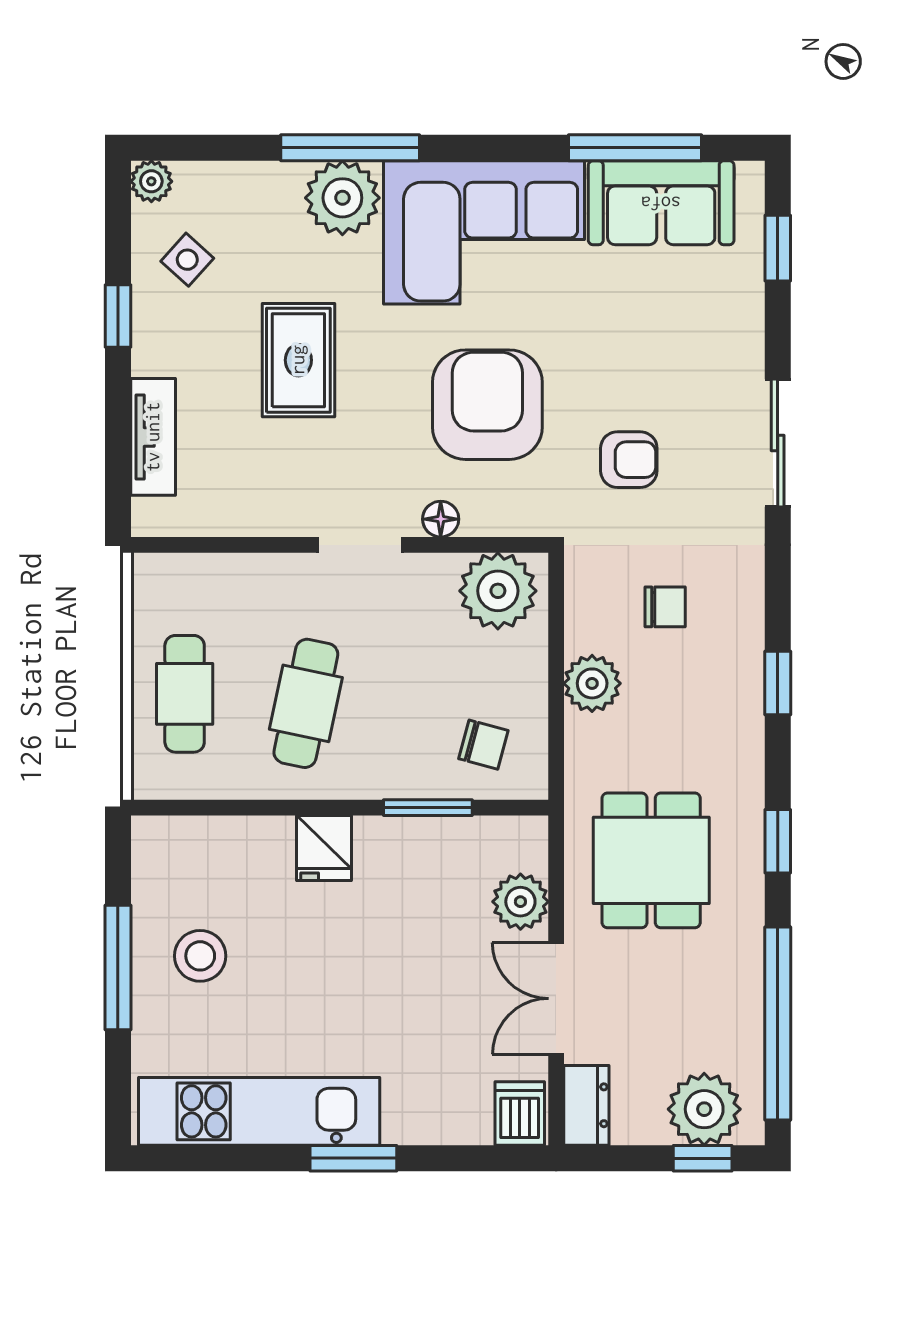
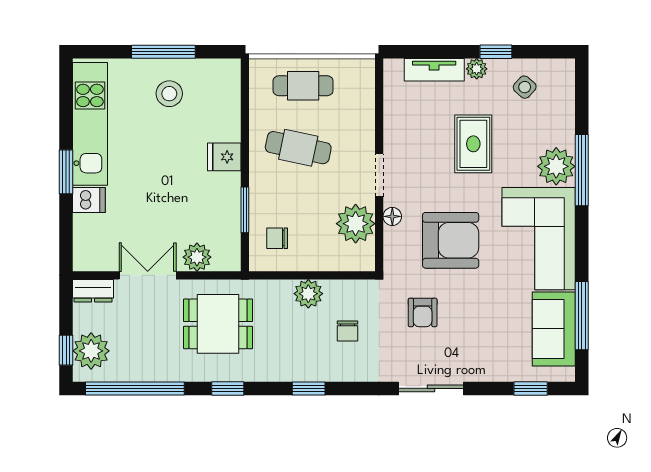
plant: (151, 181) -> (477, 69), moved
rug: (298, 360) -> (473, 144), turned 90
plant: (498, 591) -> (356, 224), moved
chair: (483, 745) -> (277, 238), turned 75
dishwasher: (520, 1113) -> (89, 200), moved

